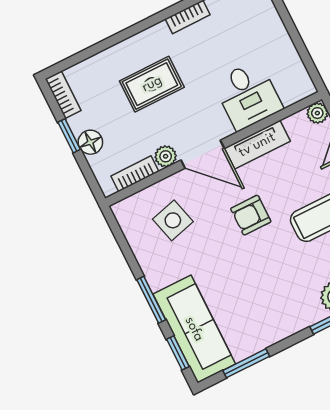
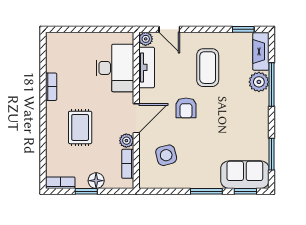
desk: (248, 95) -> (115, 68), width x1.37
tv unit: (257, 145) -> (147, 67), moved
sofa: (194, 329) -> (245, 175), width x0.73

